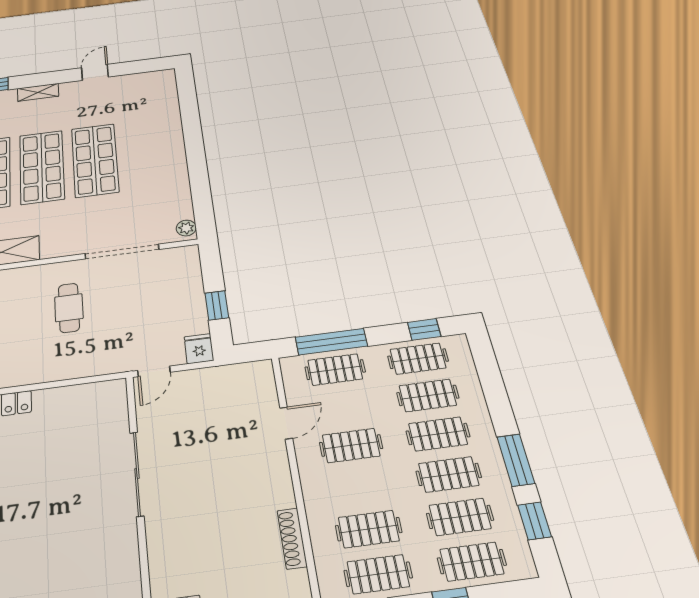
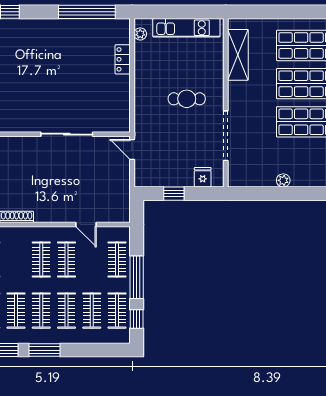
plant: (186, 228) -> (283, 180), moved
window: (331, 342) -> (137, 277), moved
fridge: (199, 349) -> (203, 177), moved, turned -90
clothes rail: (369, 529) -> (41, 259), moved

